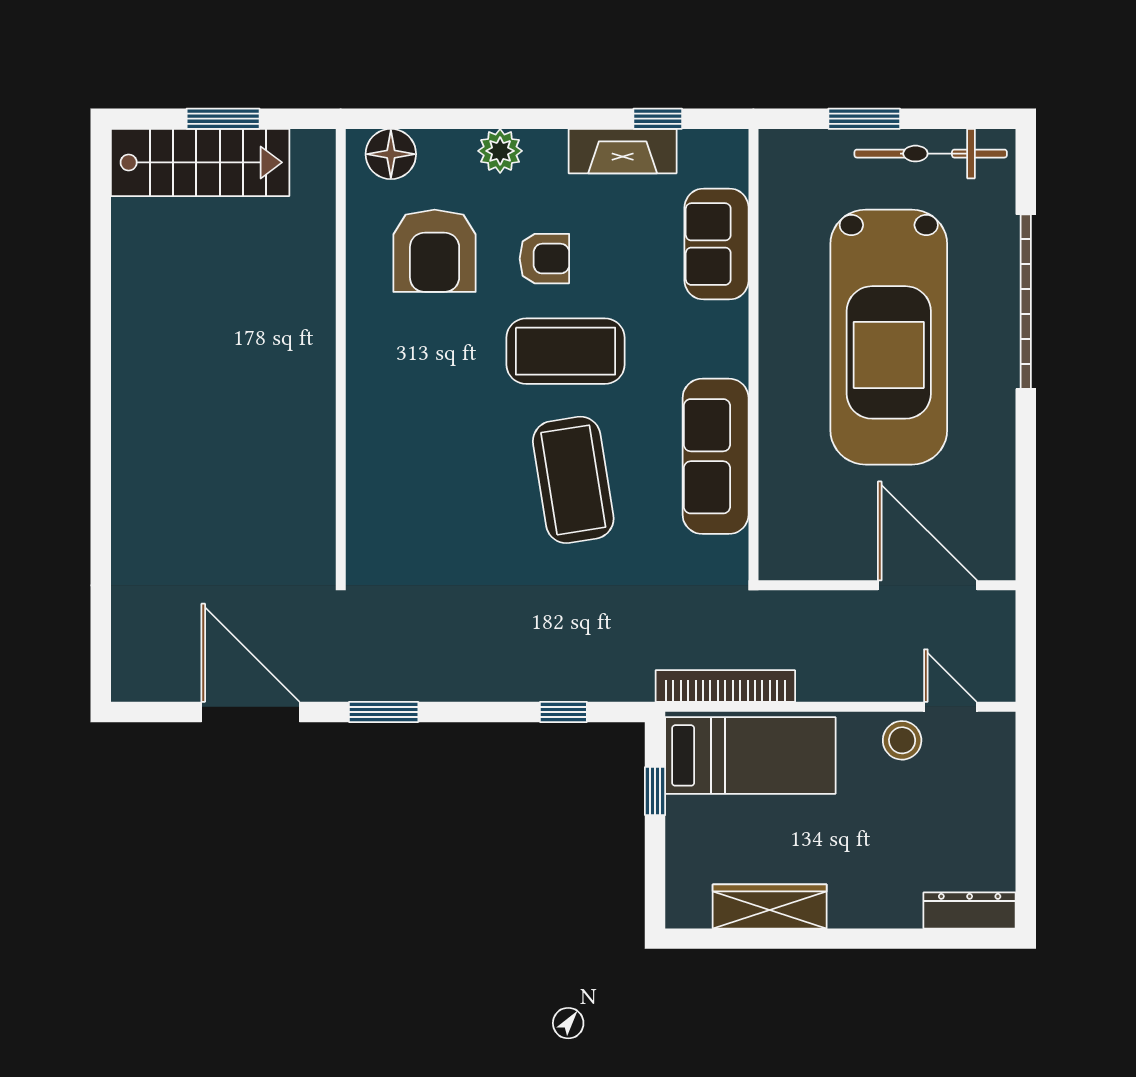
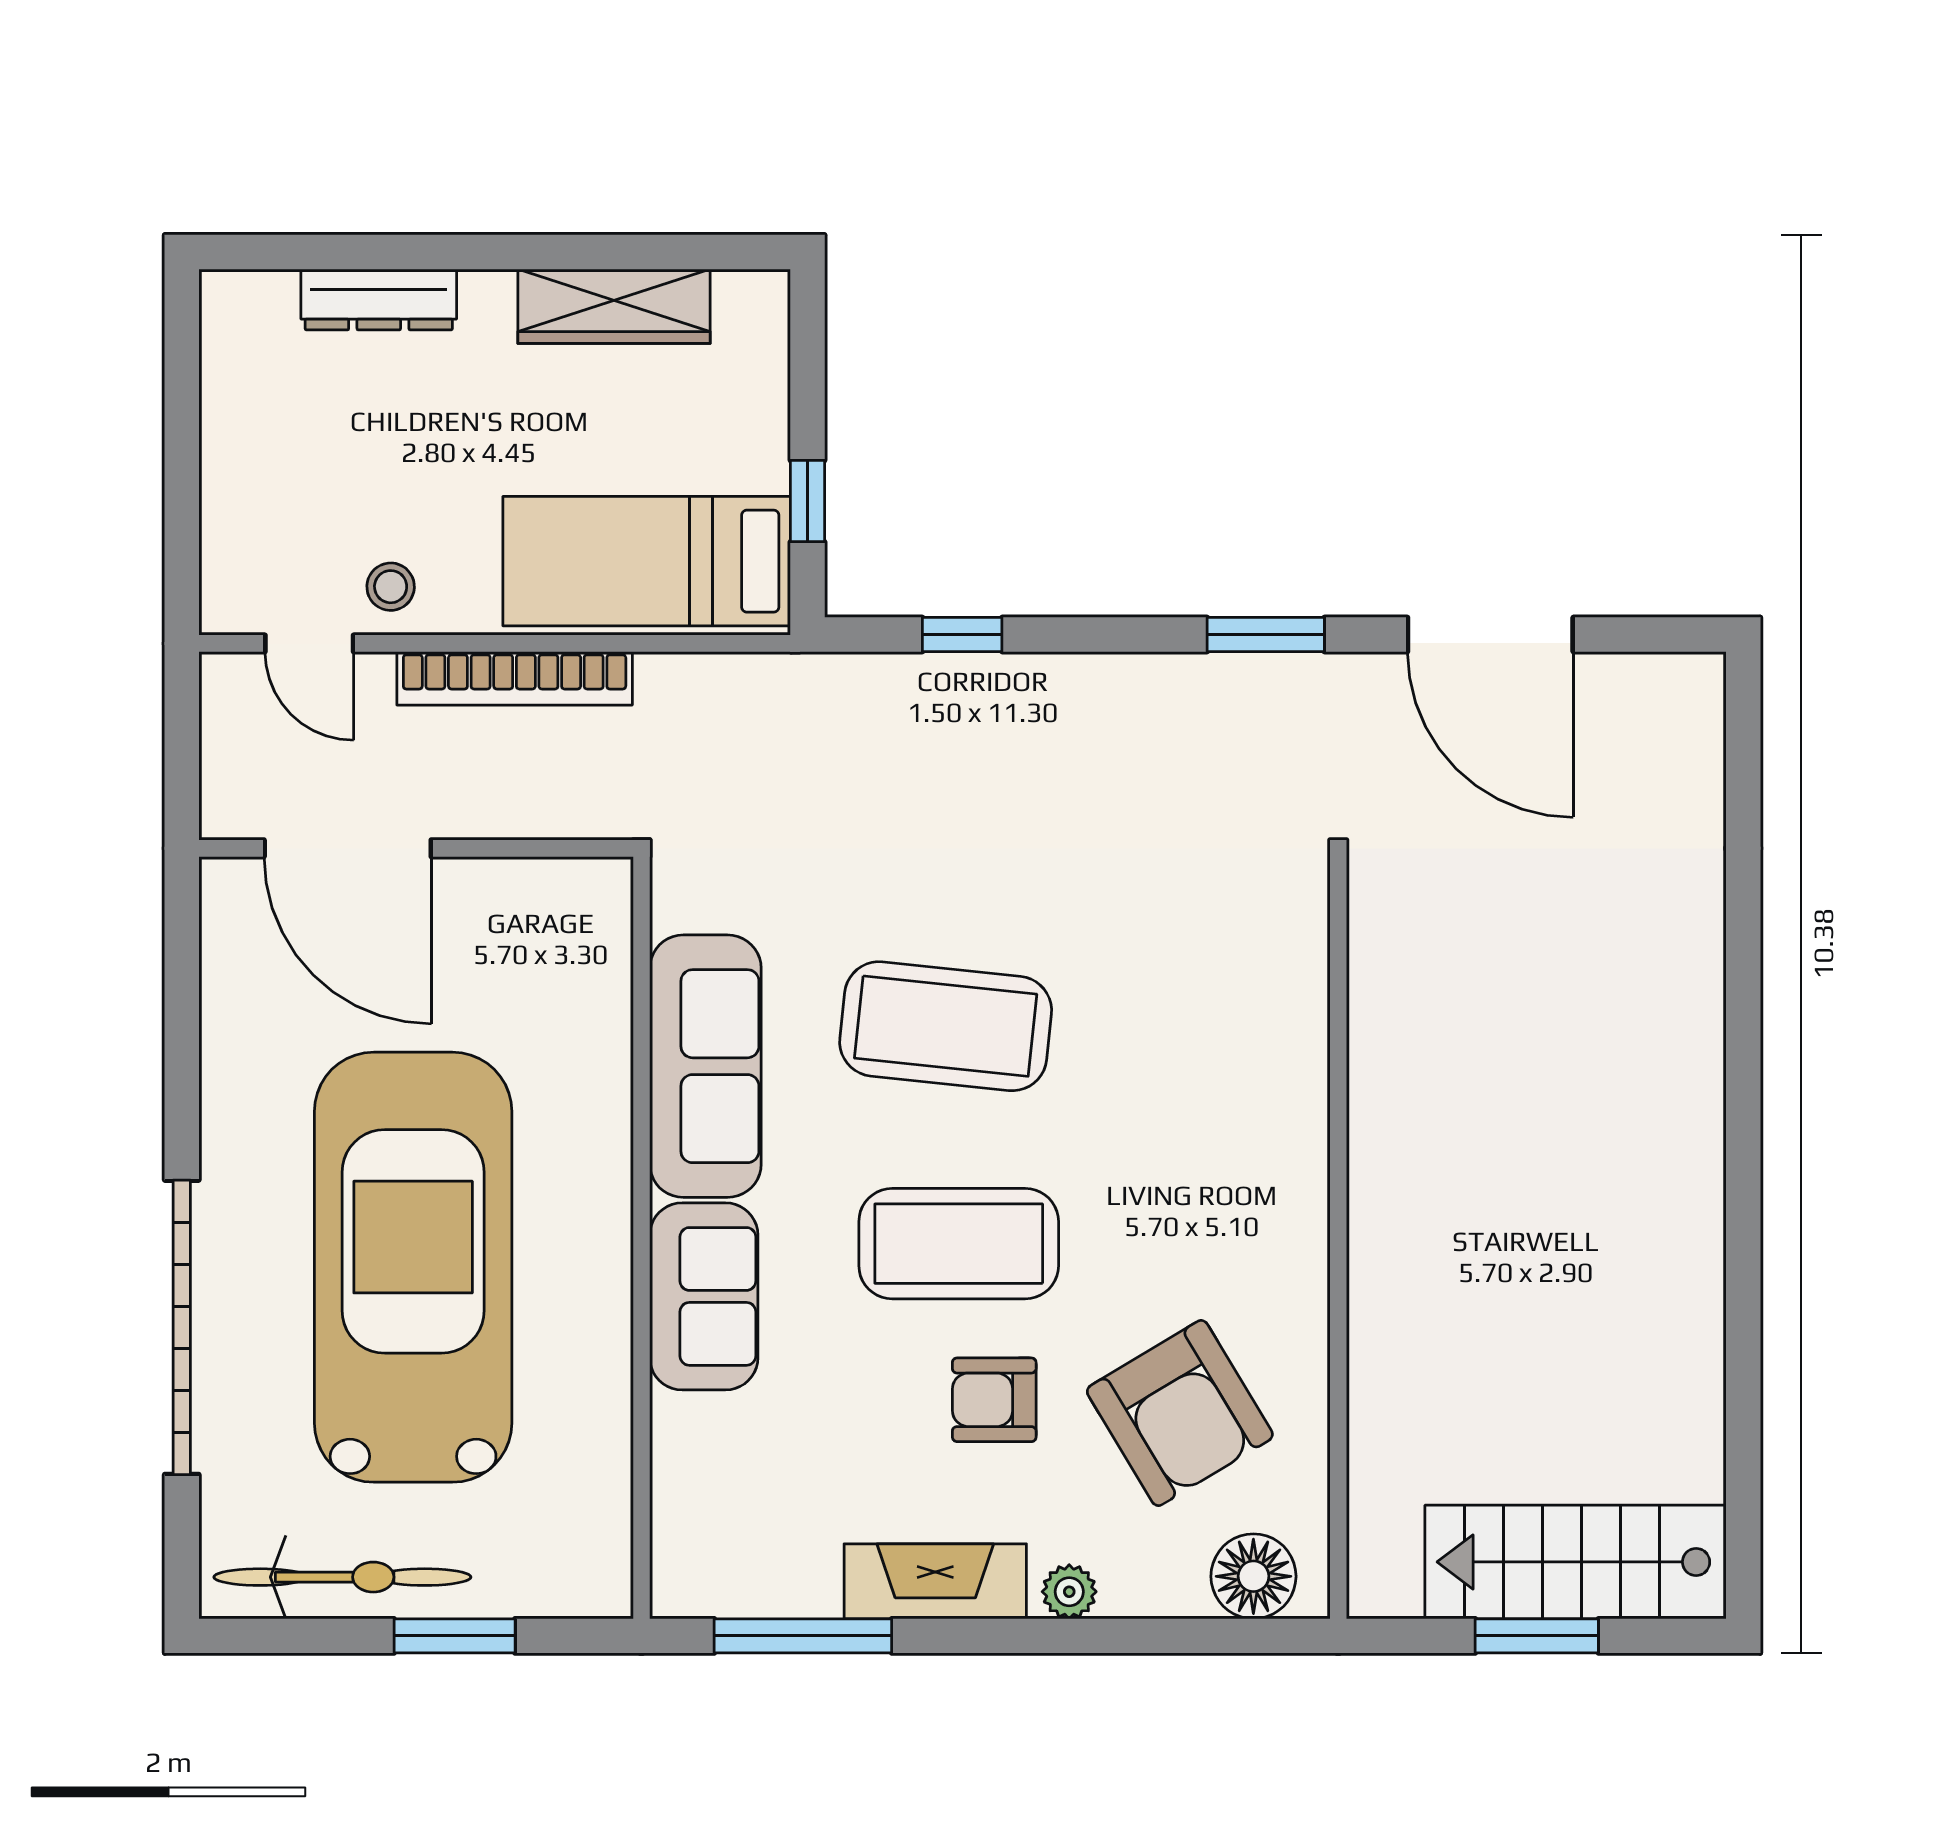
window: (658, 119) -> (803, 1636), width x2.17
plant: (500, 151) -> (1069, 1592), width x0.73, depth x0.73
fireplace: (623, 151) -> (935, 1581), moved
sofa: (717, 244) -> (704, 1296), moved
armchair: (435, 251) -> (1180, 1413), turned 149
coffee table: (573, 480) -> (946, 1026), turned -75
bookcase: (725, 686) -> (515, 678), moved
stool: (902, 740) -> (391, 587), width x0.73, depth x0.73
dresser: (970, 910) -> (379, 300), moved

